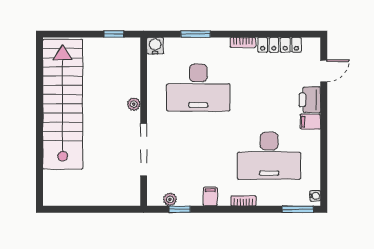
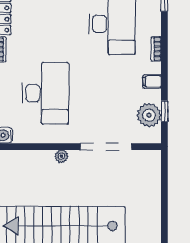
plant: (170, 199) -> (149, 115), width x1.87, depth x1.87

